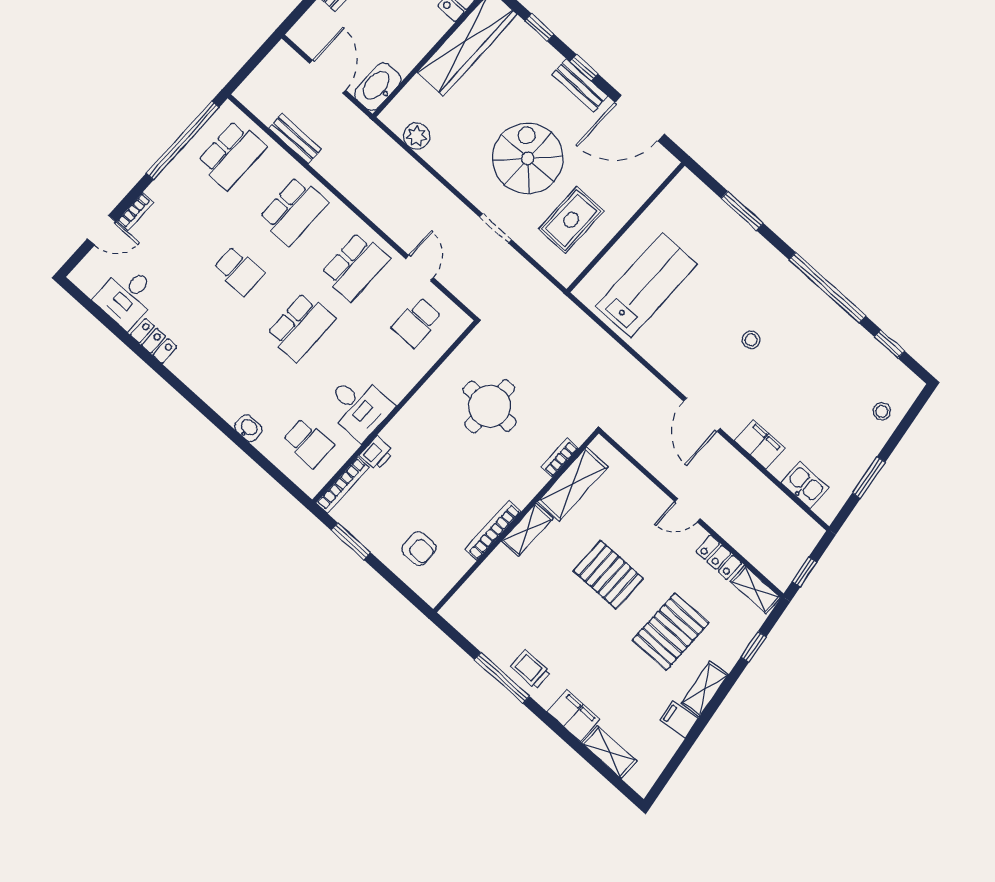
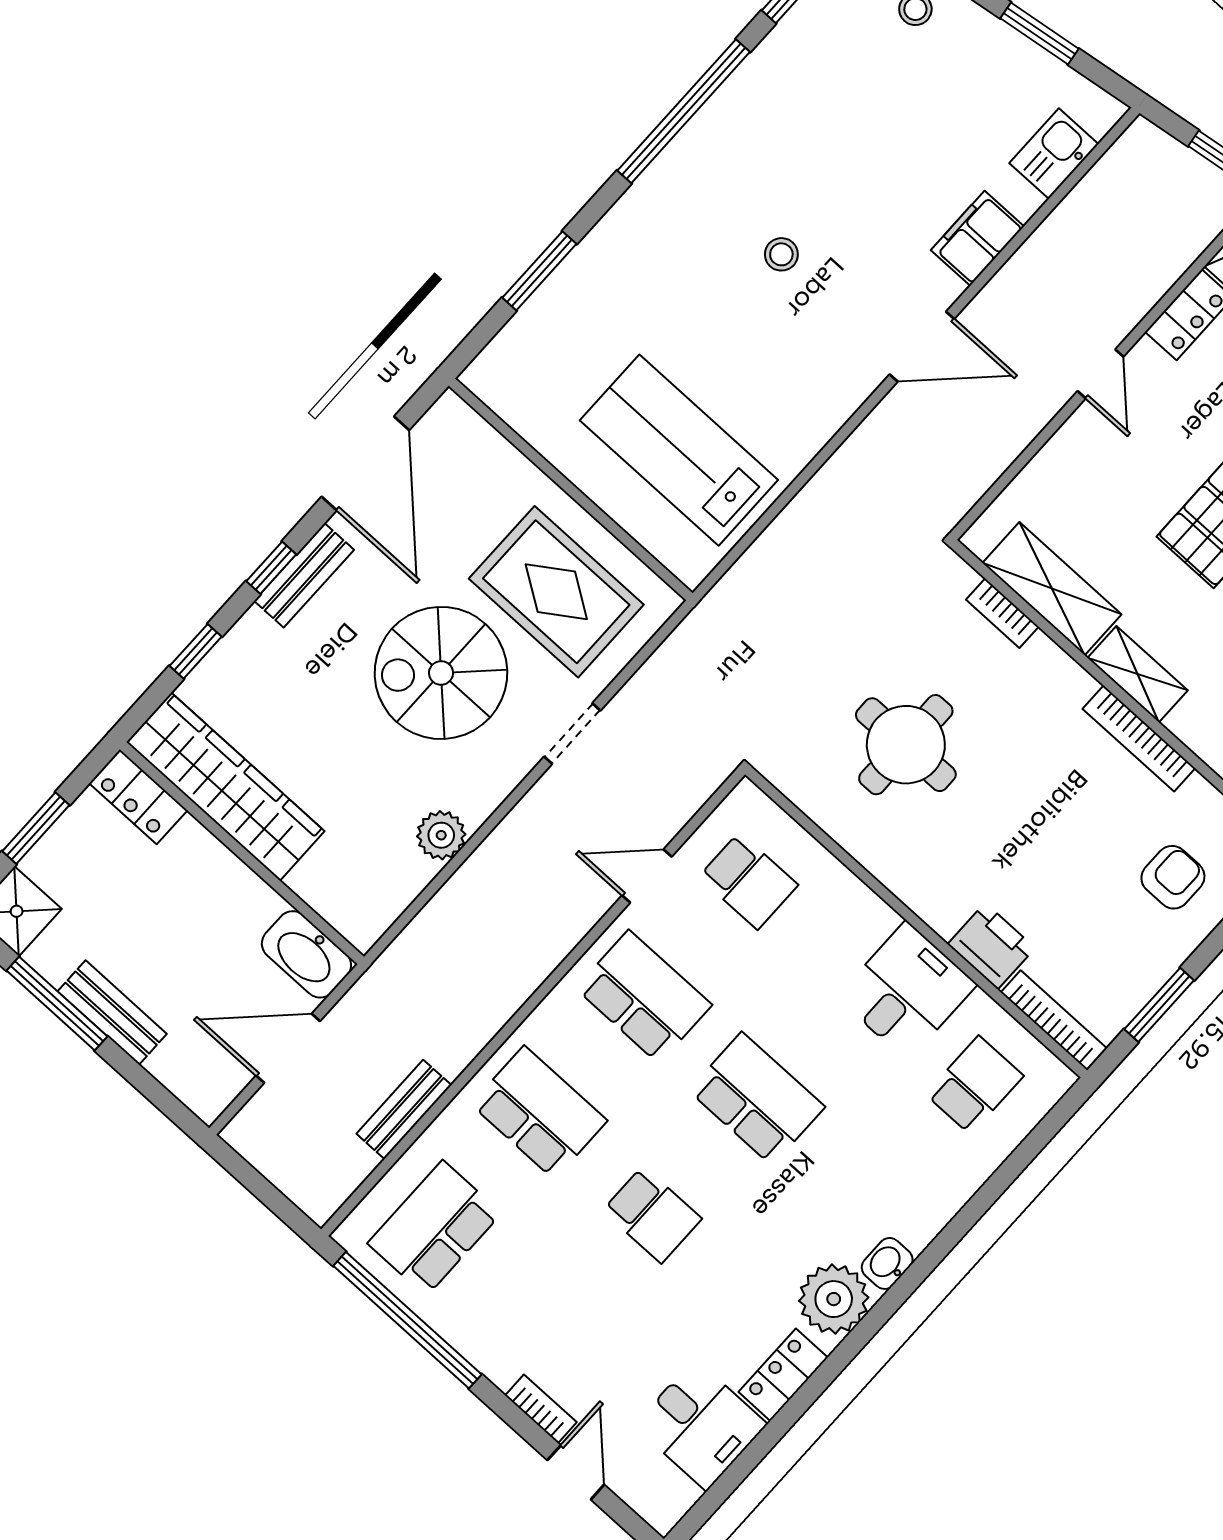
plant: (417, 136) -> (441, 835), moved
school desk: (232, 155) -> (434, 1228), turned -90
rug: (571, 220) -> (556, 592), width x1.36, depth x1.43
school desk: (239, 271) -> (652, 1215), turned 90
plant: (194, 368) -> (834, 1299), added
washbasin: (248, 428) -> (887, 1263), moved
printer: (377, 453) -> (991, 946), width x1.36, depth x1.24

